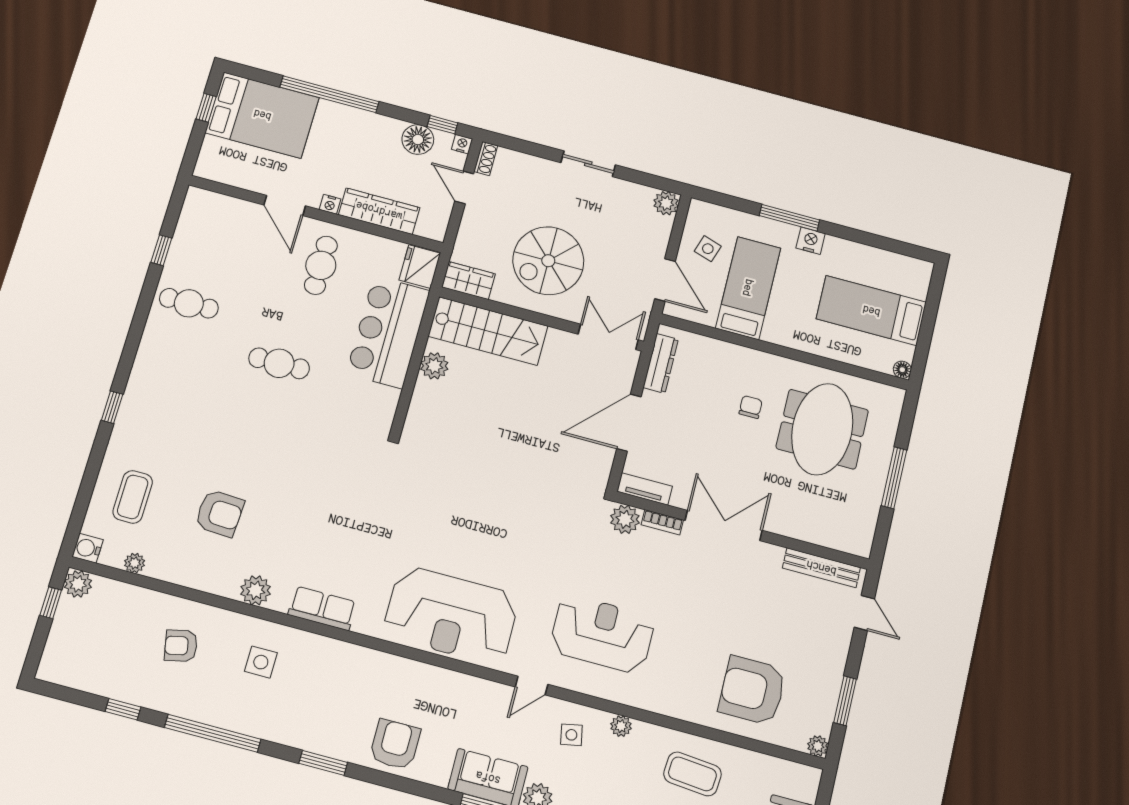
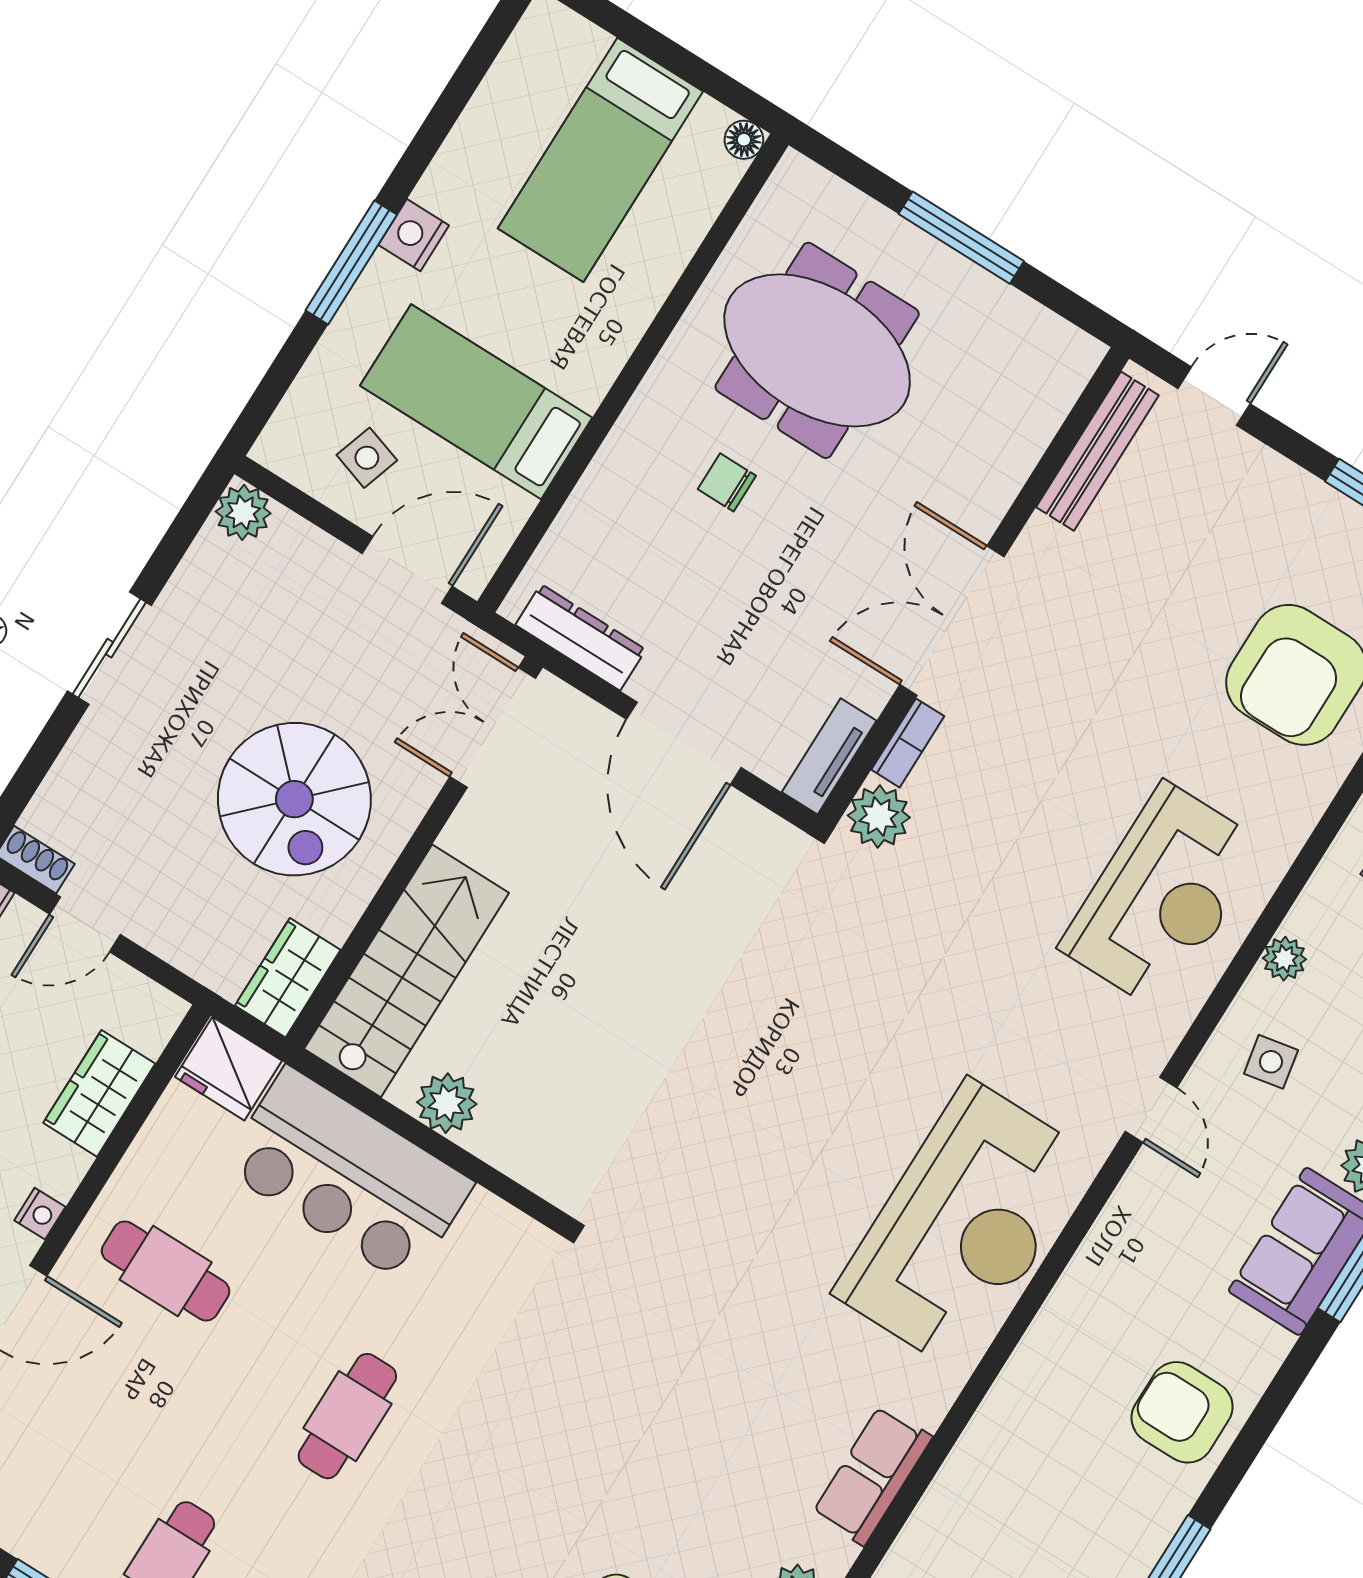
wardrobe: (379, 211) -> (99, 1093), width x0.67
reception desk: (602, 634) -> (1163, 896), moved, turned 180

